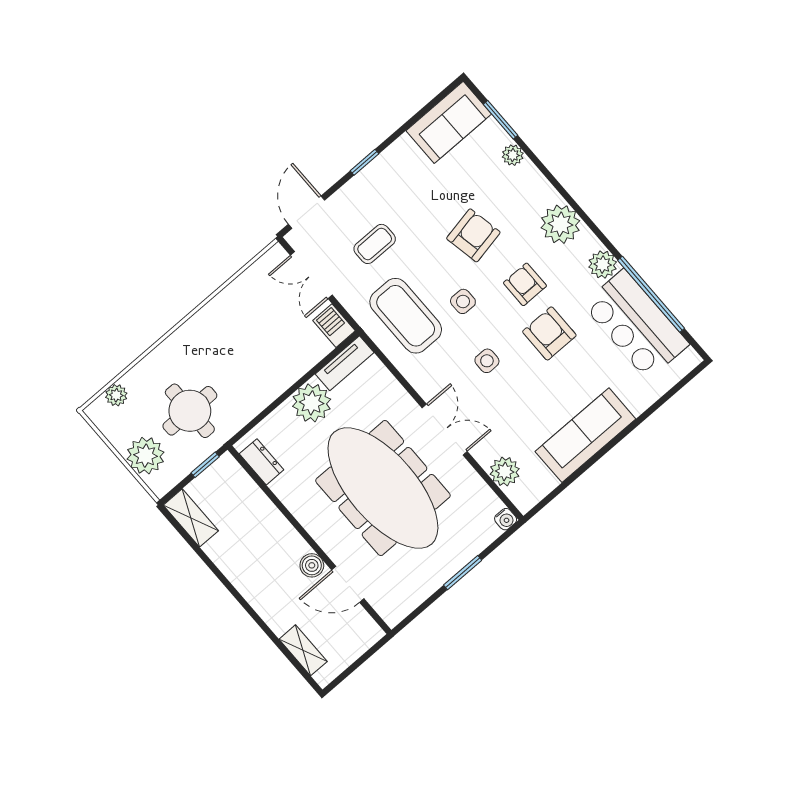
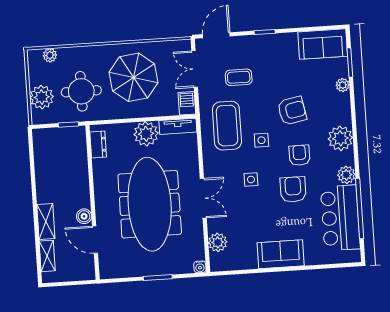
parasol: (242, 344) -> (133, 77), added
sofa: (585, 435) -> (281, 254), width x0.73
shelving: (191, 518) -> (46, 222), moved

